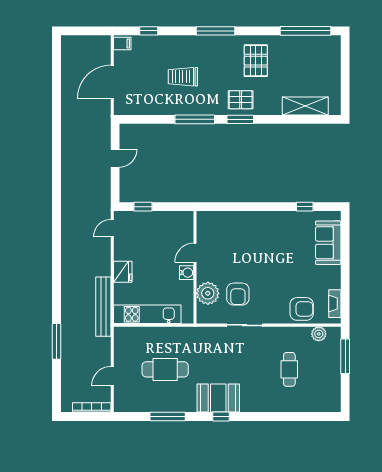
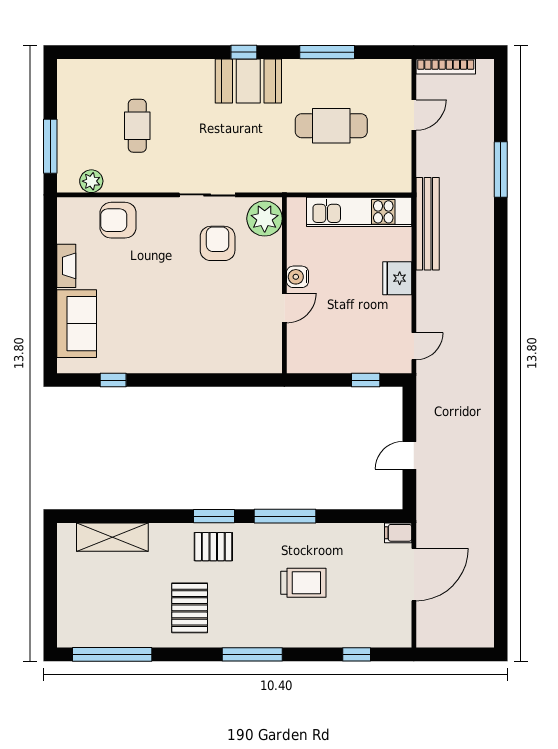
filing cabinet: (122, 44) -> (398, 533), moved
plant: (208, 293) -> (265, 219), moved
fireplace: (335, 304) -> (66, 266), moved

